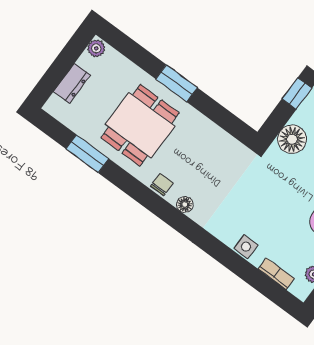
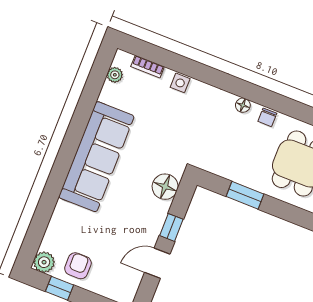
window: (177, 83) -> (245, 195), moved

